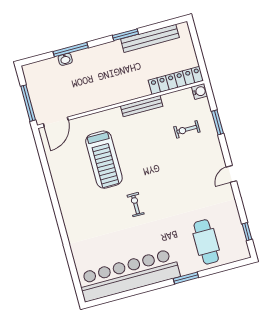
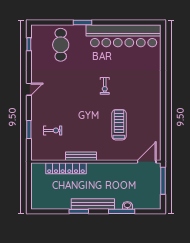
bench: (150, 38) -> (93, 204), moved
locker: (176, 80) -> (66, 168), moved
water cooler: (200, 91) -> (36, 156), removed
treadmill: (104, 160) -> (119, 125), width x0.73, depth x0.73

